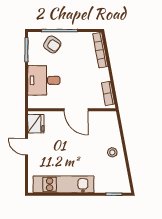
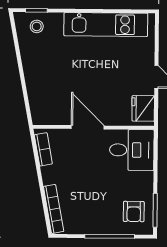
armchair: (52, 44) -> (134, 211), moved, turned -124
desk: (44, 80) -> (132, 150), moved
stool: (112, 152) -> (37, 26), moved

